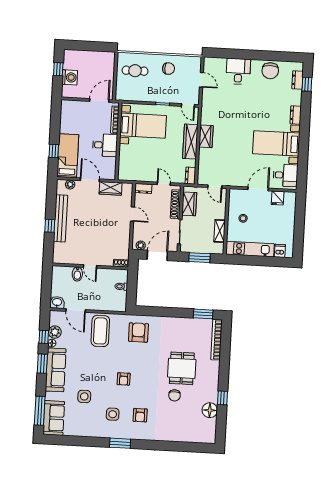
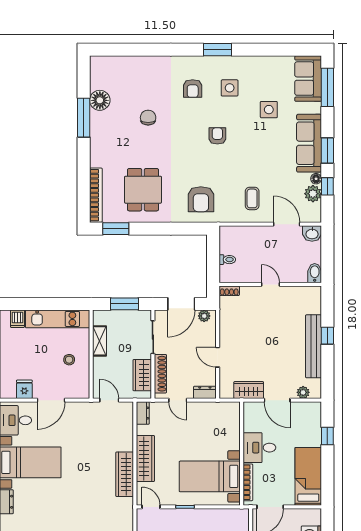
wardrobe: (206, 136) -> (125, 474), width x1.50
bed: (68, 156) -> (308, 476), moved, turned 180
bidet: (77, 274) -> (315, 273), moved
coffee table: (100, 331) -> (252, 198), width x0.54, depth x0.58
dining table: (182, 368) -> (143, 190), moved
window: (222, 398) -> (84, 118), width x2.17
armchair: (140, 415) -> (193, 89), turned 180

